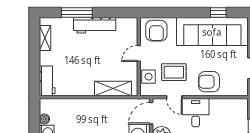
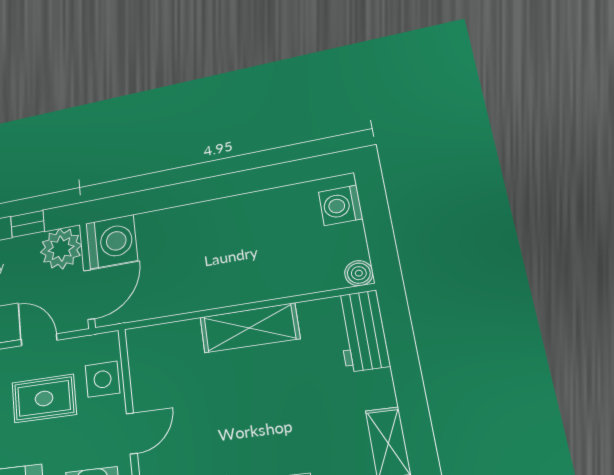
shelving: (113, 89) -> (249, 328), moved
boiler: (44, 119) -> (359, 273), moved

